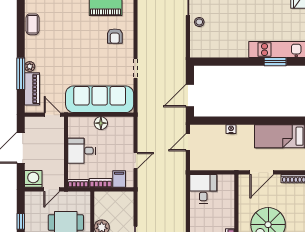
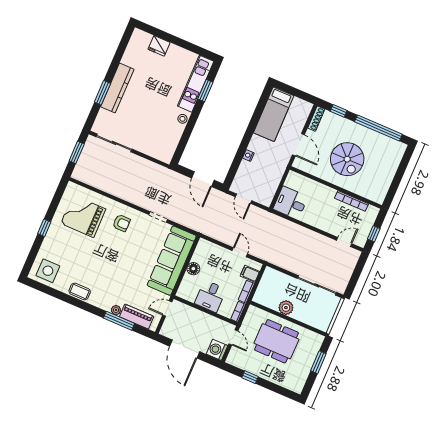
stool: (199, 22) -> (182, 119), moved

